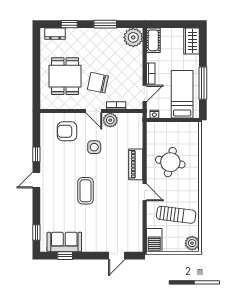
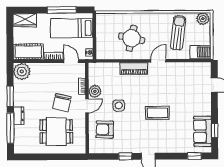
window: (69, 24) -> (10, 128), width x2.17
dresser: (55, 34) -> (19, 116), moved
cot: (153, 40) -> (28, 52), width x1.37, depth x1.34
armchair: (67, 131) -> (105, 129), turned 92

